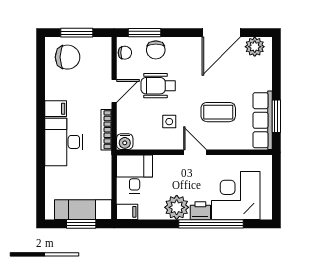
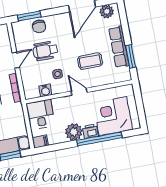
chair: (125, 53) -> (18, 32), removed
row of seats: (263, 120) -> (119, 47), moved
water cooler: (125, 142) -> (45, 91), moved

